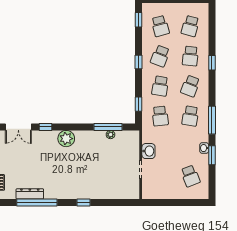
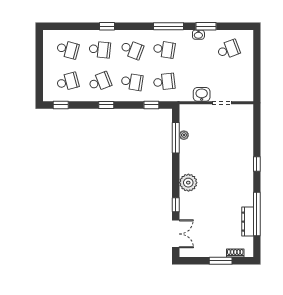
school desk: (160, 56) -> (100, 82), turned -42

